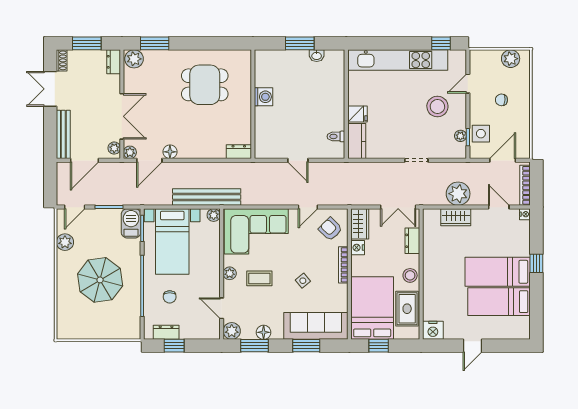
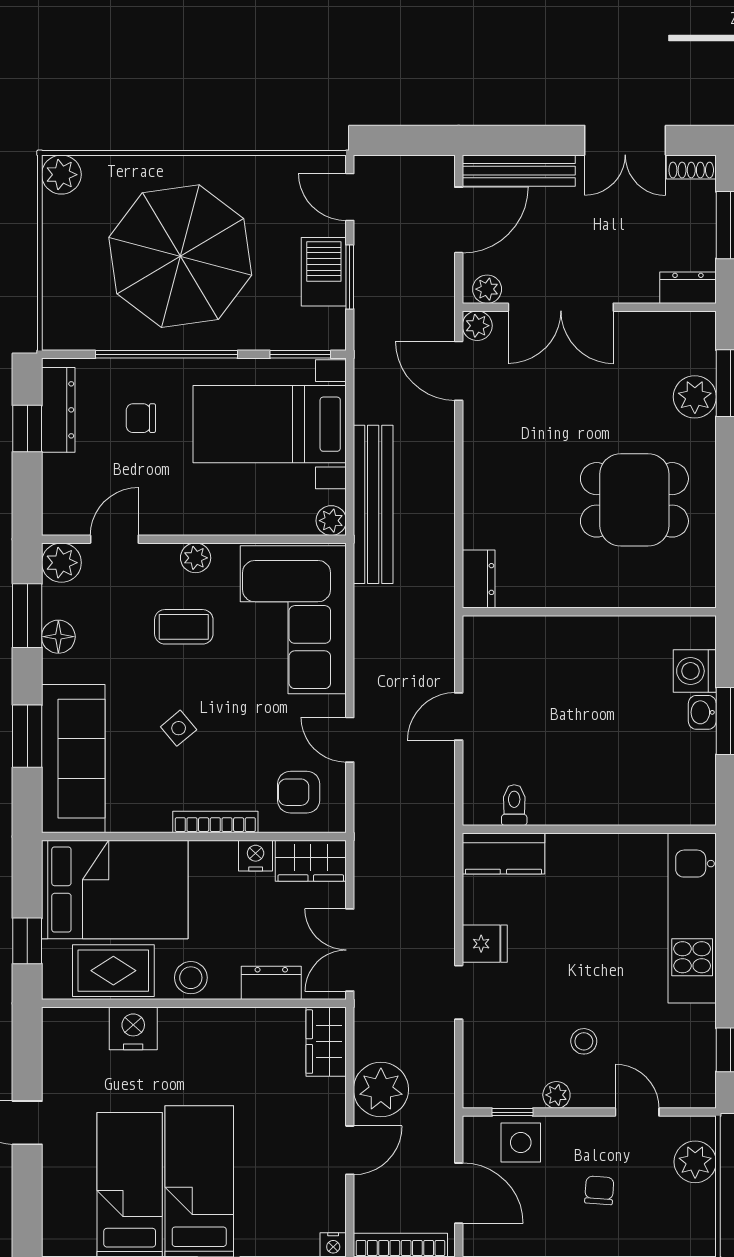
washbasin: (317, 56) -> (702, 712), moved
plant: (134, 59) -> (695, 397), moved
plant: (511, 59) -> (695, 1162), moved
kitchen unit: (398, 60) -> (692, 918), width x0.73
dining table: (205, 85) -> (634, 500), turned 90
double door: (50, 89) -> (625, 140), swing flipped
washing machine: (264, 97) -> (695, 671), moved, turned 90
stool: (437, 107) -> (584, 1041), width x0.53, depth x0.53
fridge: (357, 114) -> (485, 944), moved, turned -90
plant: (460, 136) -> (556, 1095), moved
floor lamp: (170, 152) -> (478, 419), removed
door: (84, 160) -> (459, 220), swing flipped
door: (499, 207) -> (350, 1150), moved
wardrobe: (456, 217) -> (326, 1042), moved
barbecue: (131, 223) -> (324, 272), moved, turned -90
armchair: (330, 229) -> (299, 792), turned -135
plant: (65, 242) -> (61, 175), moved
coffee table: (259, 278) -> (184, 627), turned 90
parasol: (100, 280) -> (180, 256), width x1.36, depth x1.36
nightstand: (433, 330) -> (133, 1028), moved, turned 90
dresser: (166, 332) -> (58, 410), width x1.44
window: (379, 346) -> (27, 941), moved

